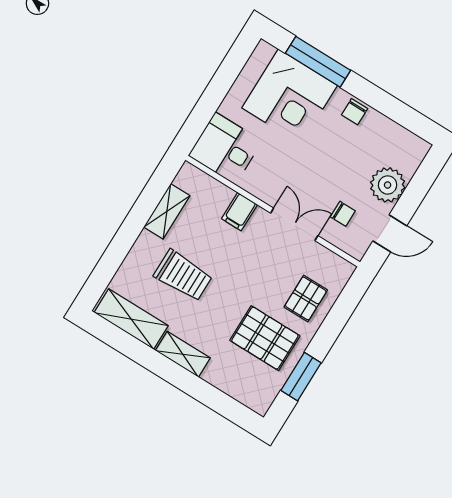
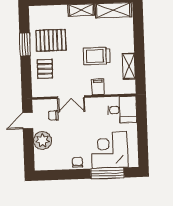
trolley: (183, 275) -> (97, 56), moved
window: (301, 377) -> (25, 44), moved

